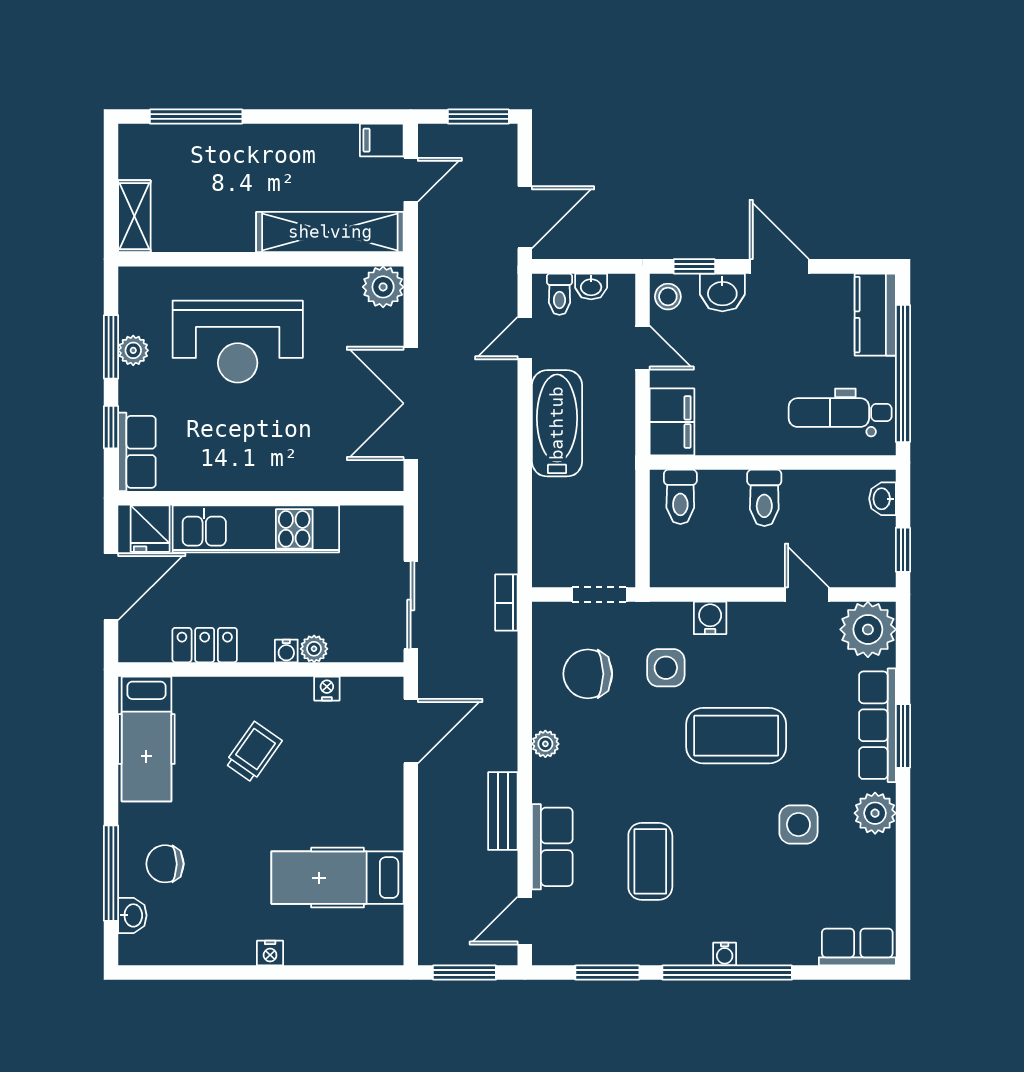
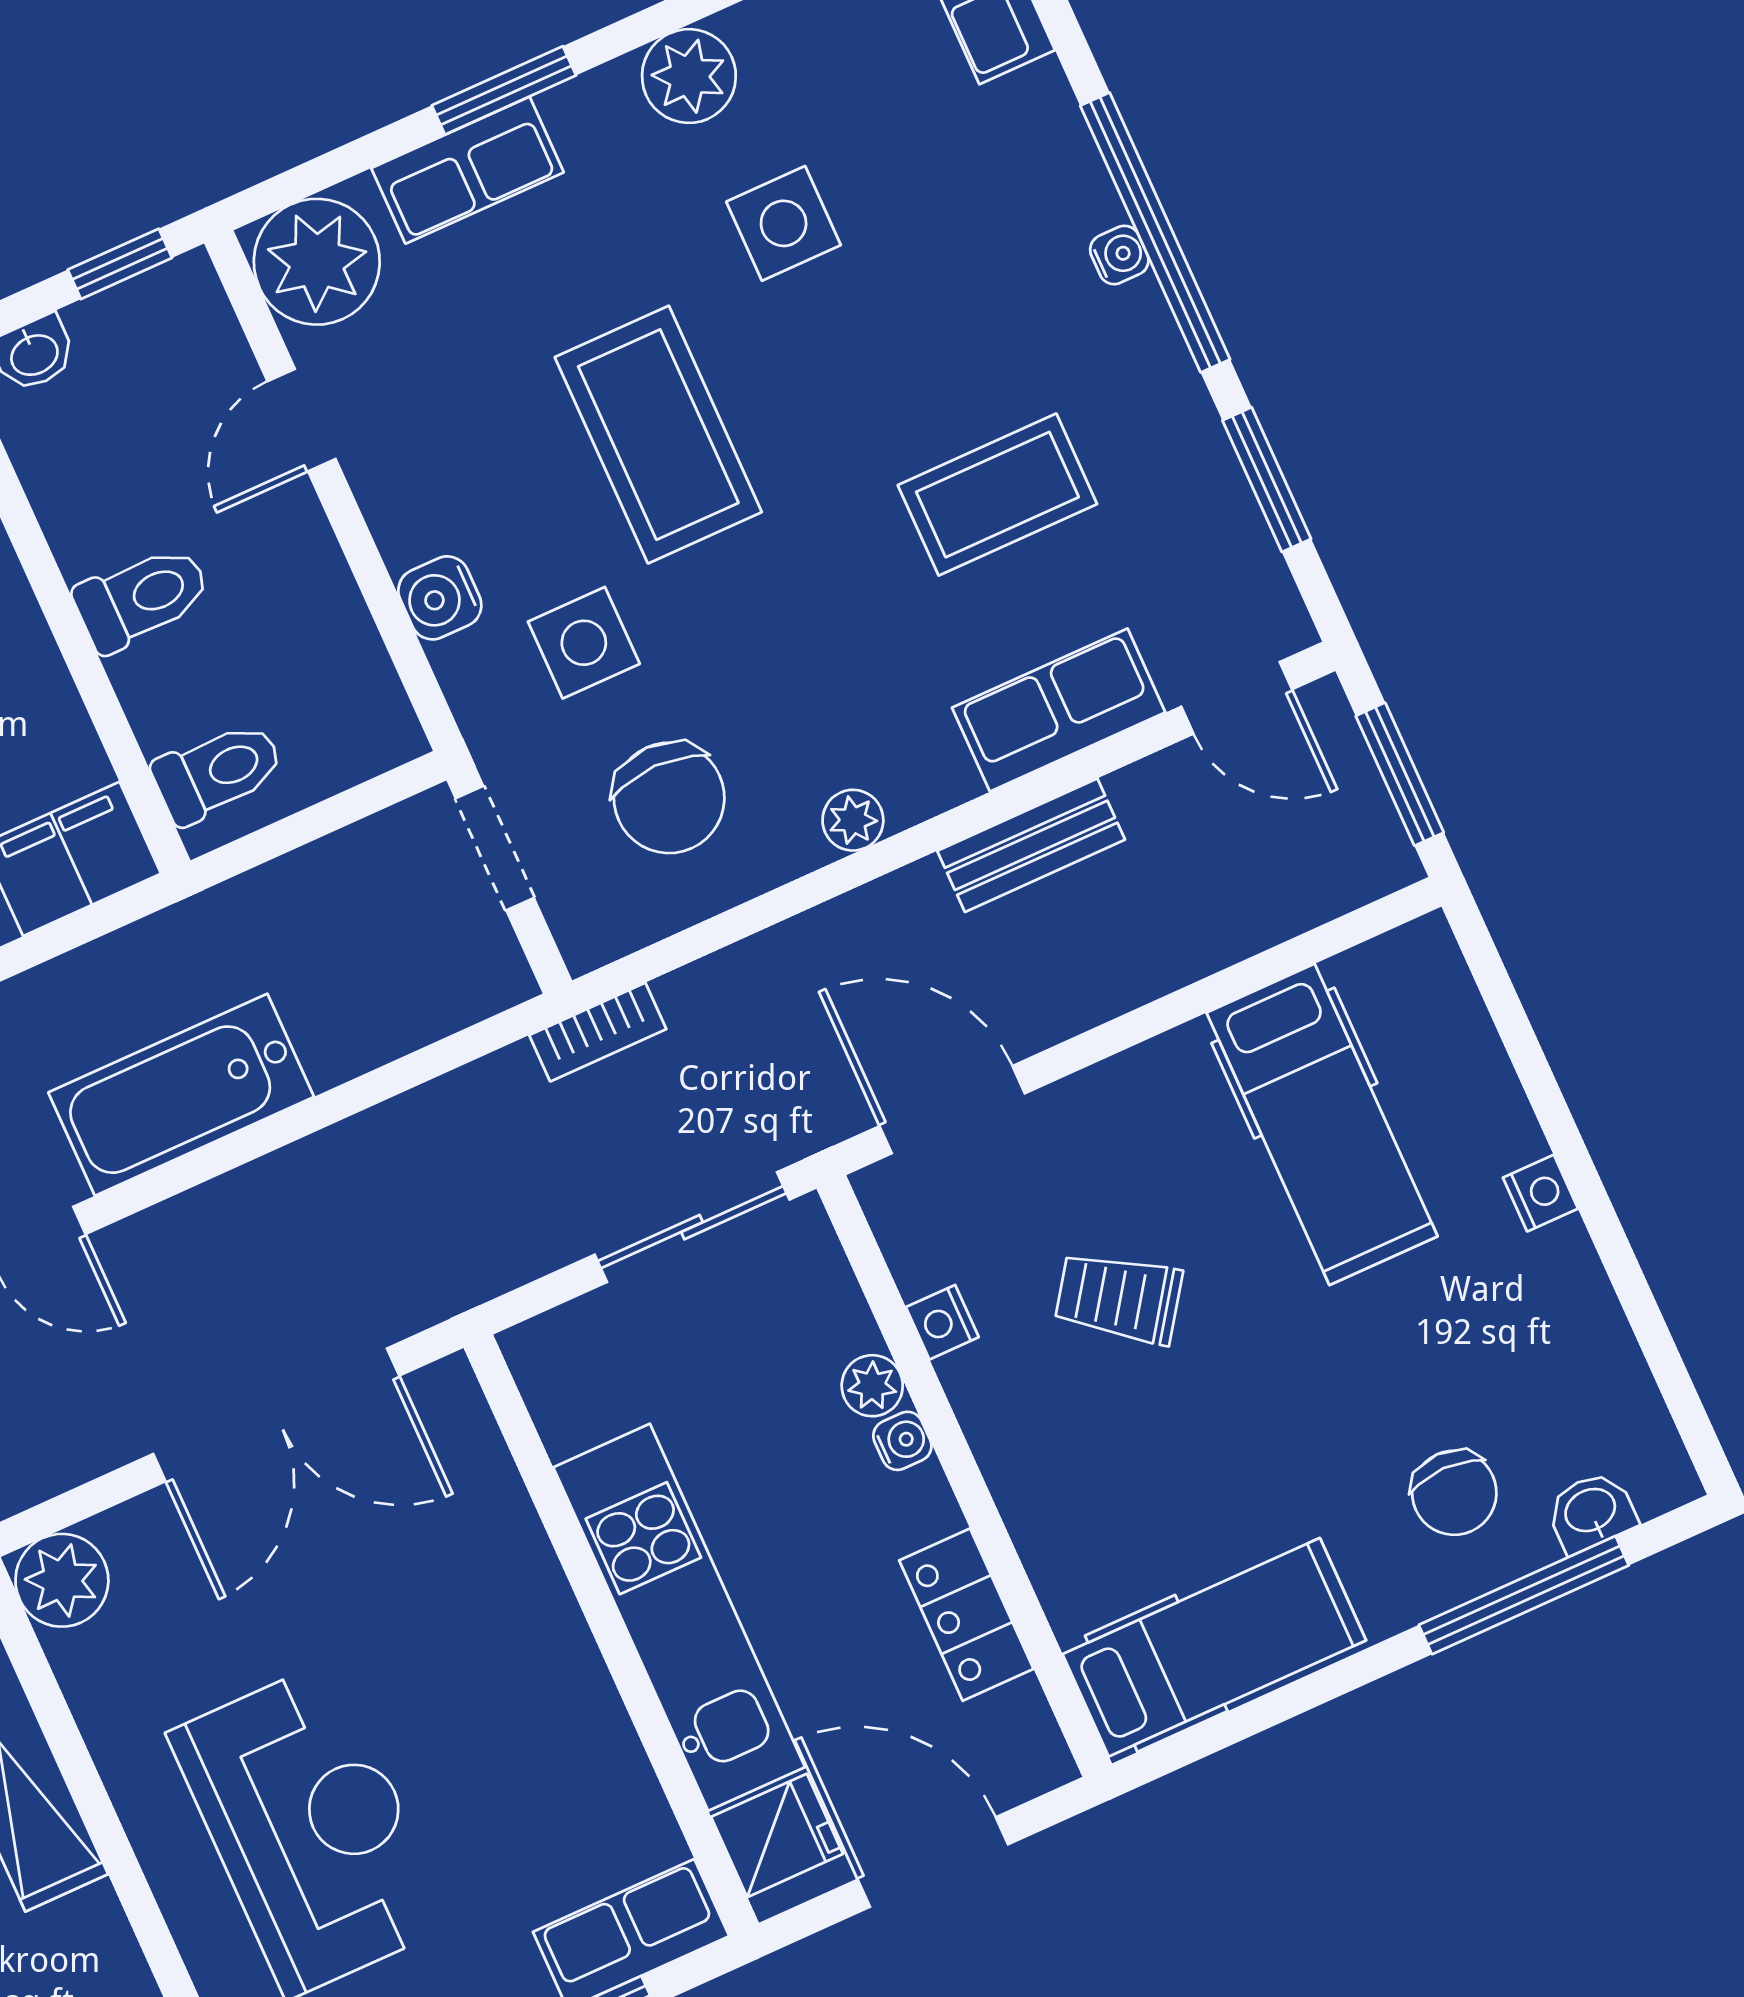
row of seats: (877, 725) -> (468, 170), width x0.68
trolley: (253, 752) -> (1119, 1298), moved

